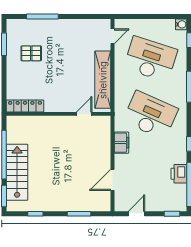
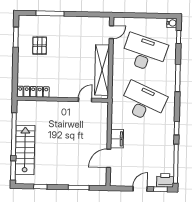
pallet: (31, 53) -> (40, 46), turned 90
filing cabinet: (121, 143) -> (117, 139), moved
printer: (179, 174) -> (165, 180), moved, turned 90
door: (137, 214) -> (140, 189), moved

